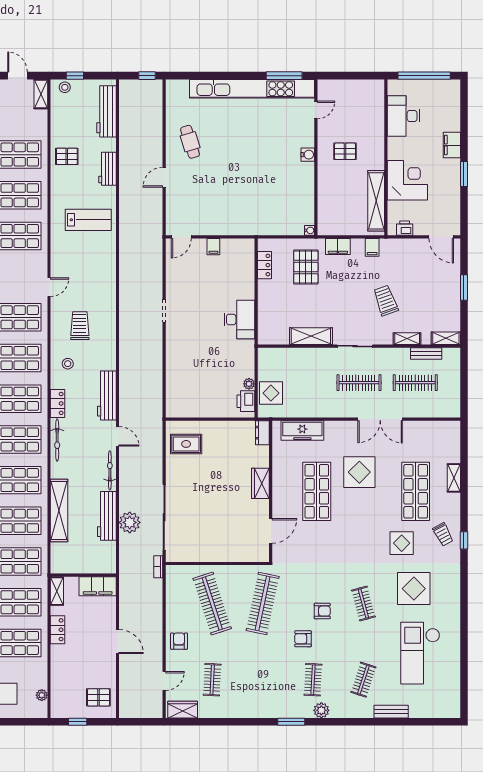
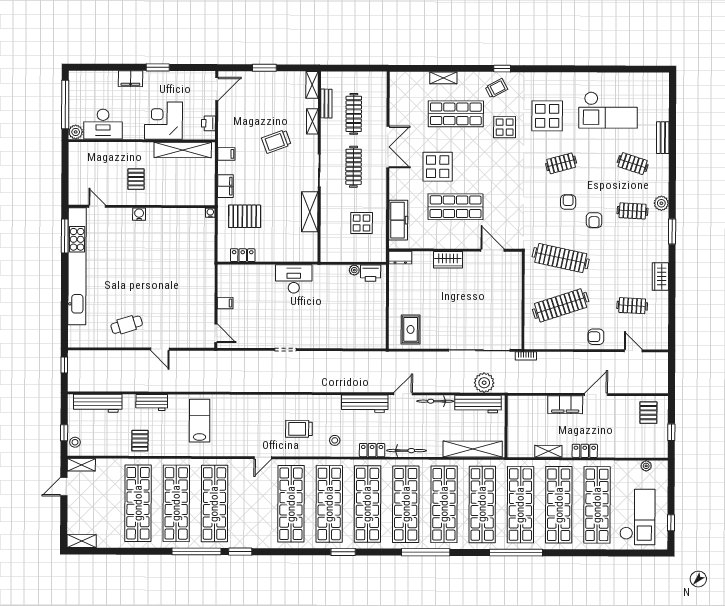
plant: (395, 87) -> (76, 132), added
door: (49, 287) -> (263, 458), swing flipped
display table: (271, 393) -> (362, 223), moved
wall: (83, 575) -> (506, 426), moved
filing cabinet: (98, 586) -> (565, 405), moved, turned 90
wardrobe: (183, 710) -> (660, 277), moved

